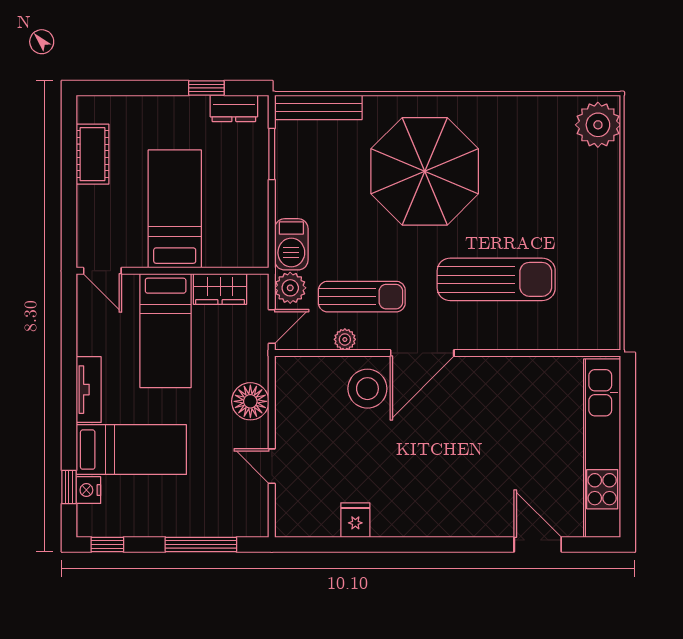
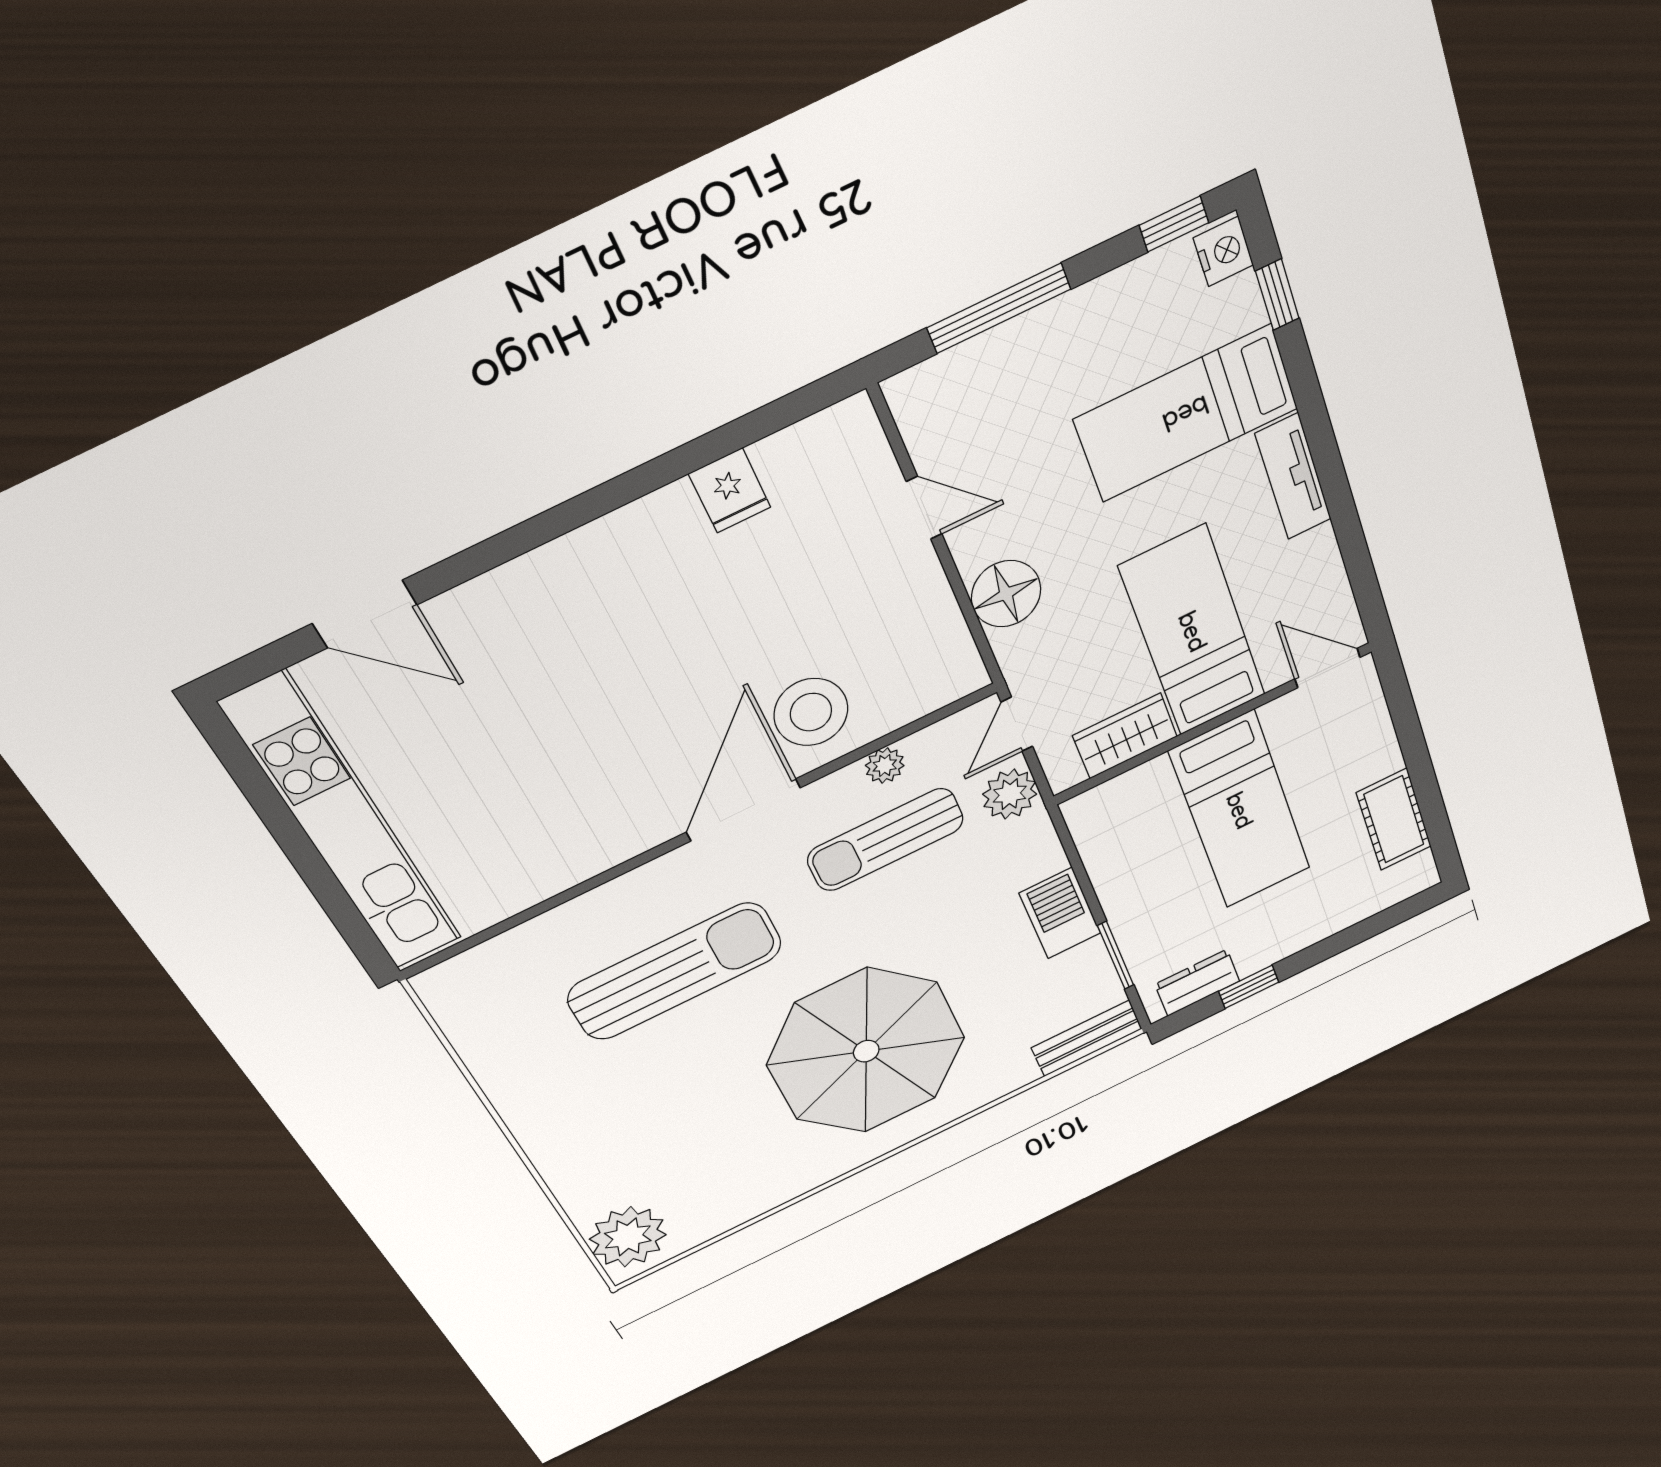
bench: (318, 107) -> (1087, 1038), width x0.73
barbecue: (291, 244) -> (1060, 913), moved
sun lounger: (496, 279) -> (675, 971), turned 180
nightstand: (88, 490) -> (1223, 251), moved

